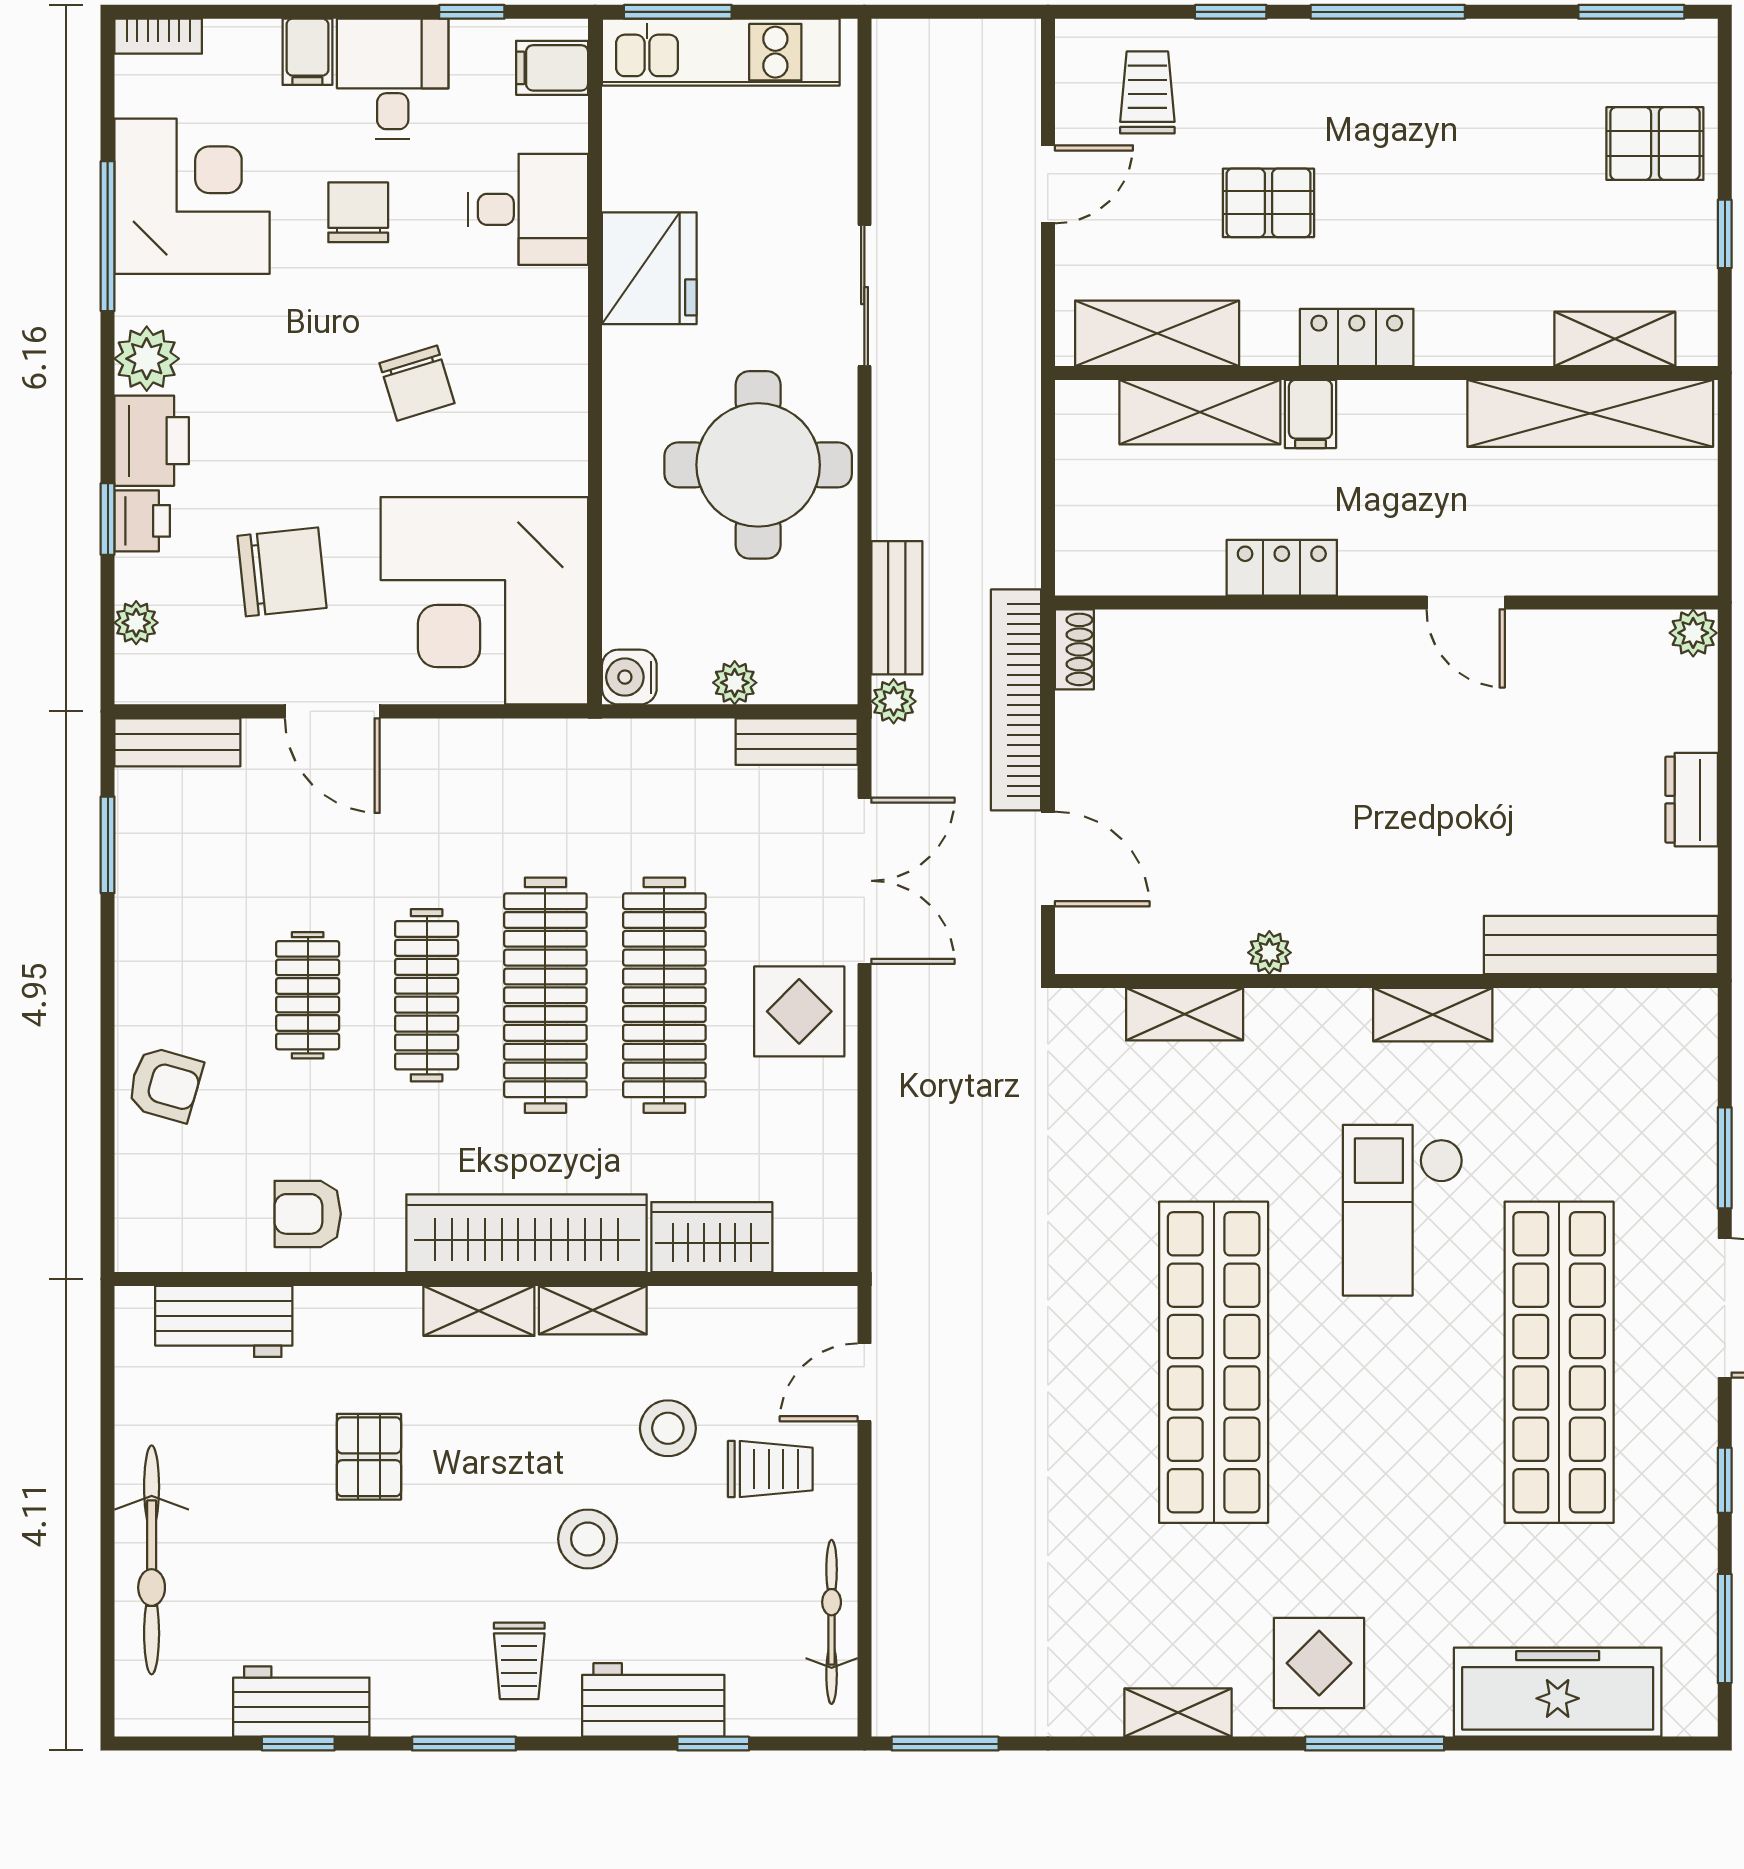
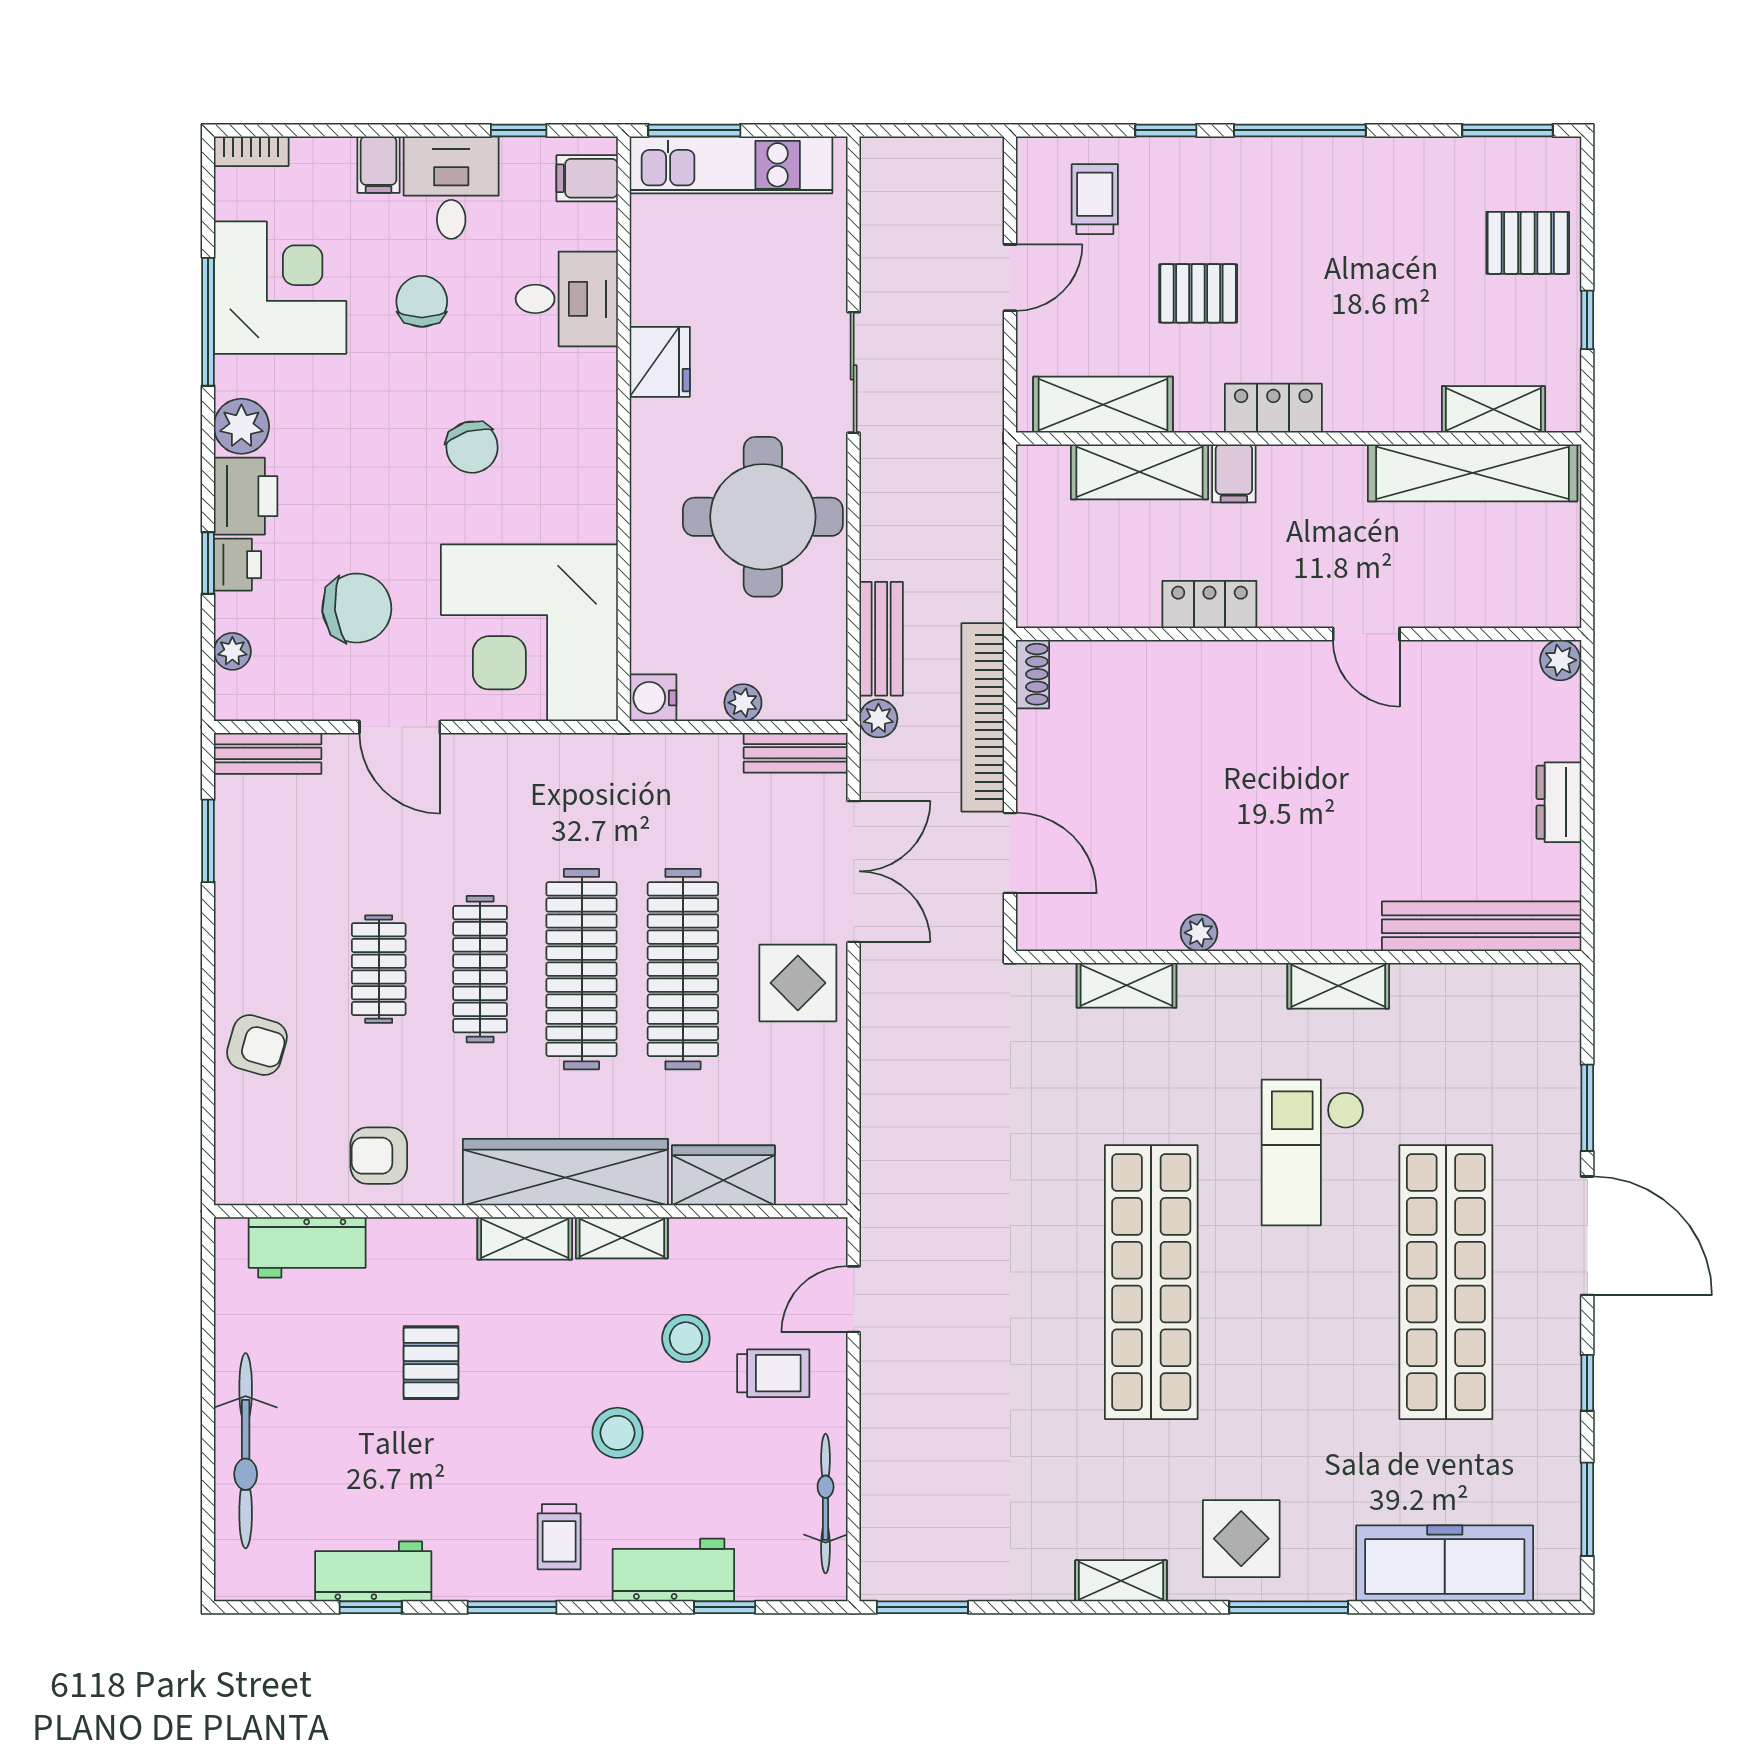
fridge: (649, 268) -> (660, 362), width x0.73, depth x0.75

